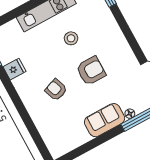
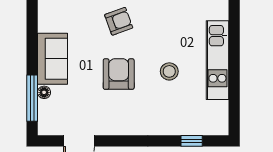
armchair: (91, 71) -> (119, 74), turned 180

